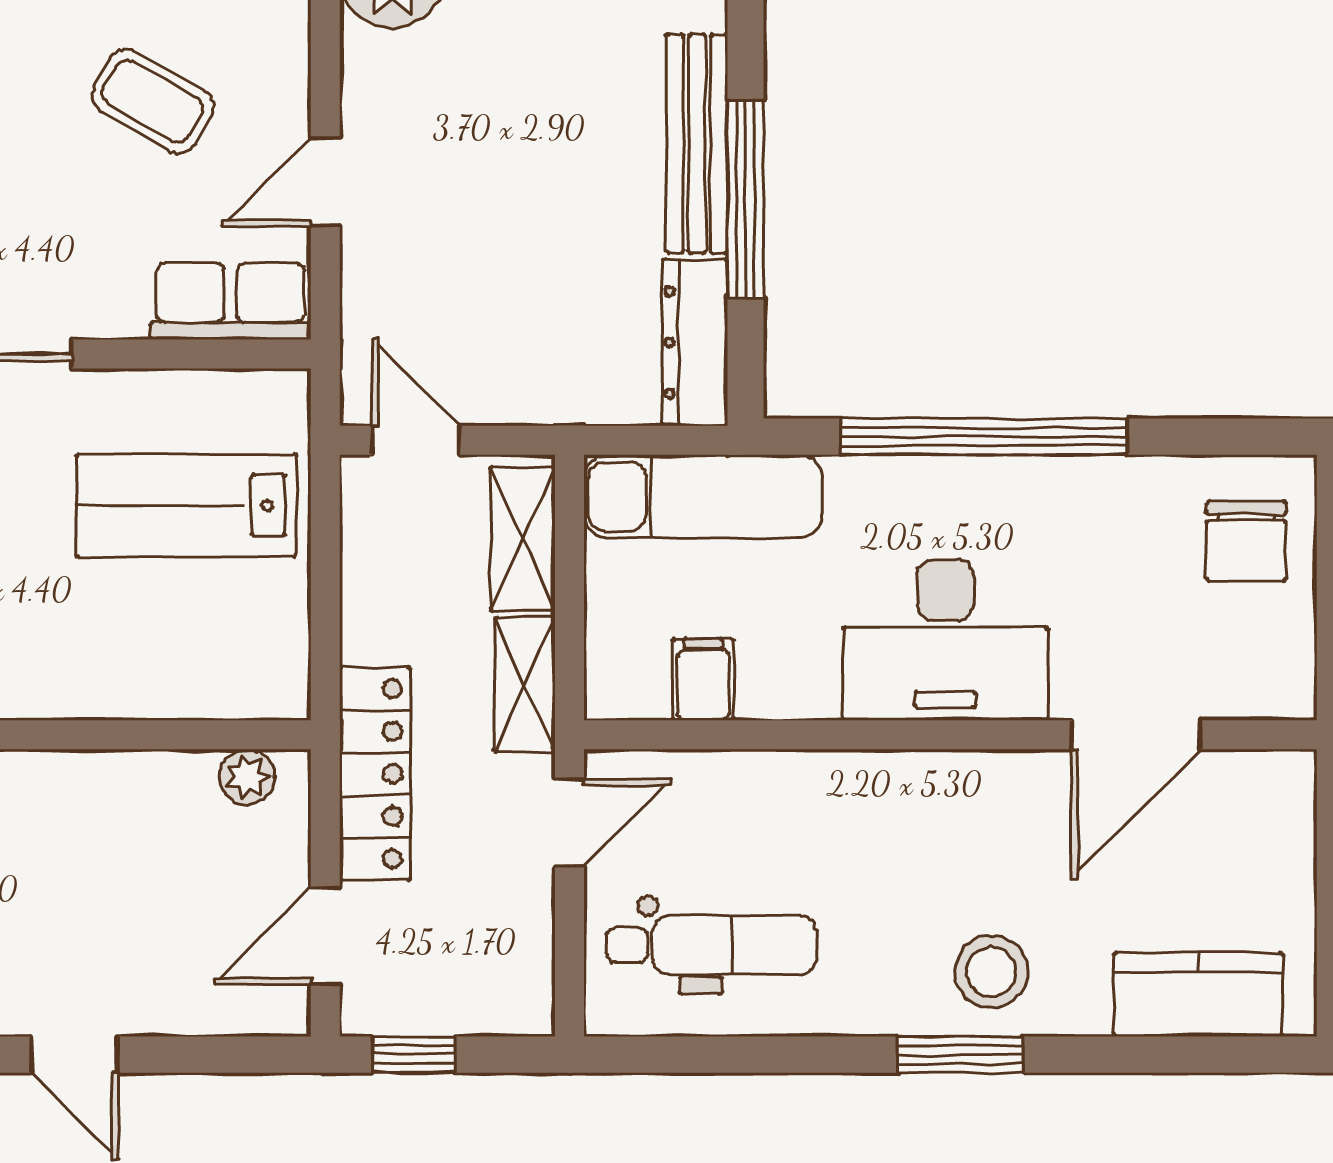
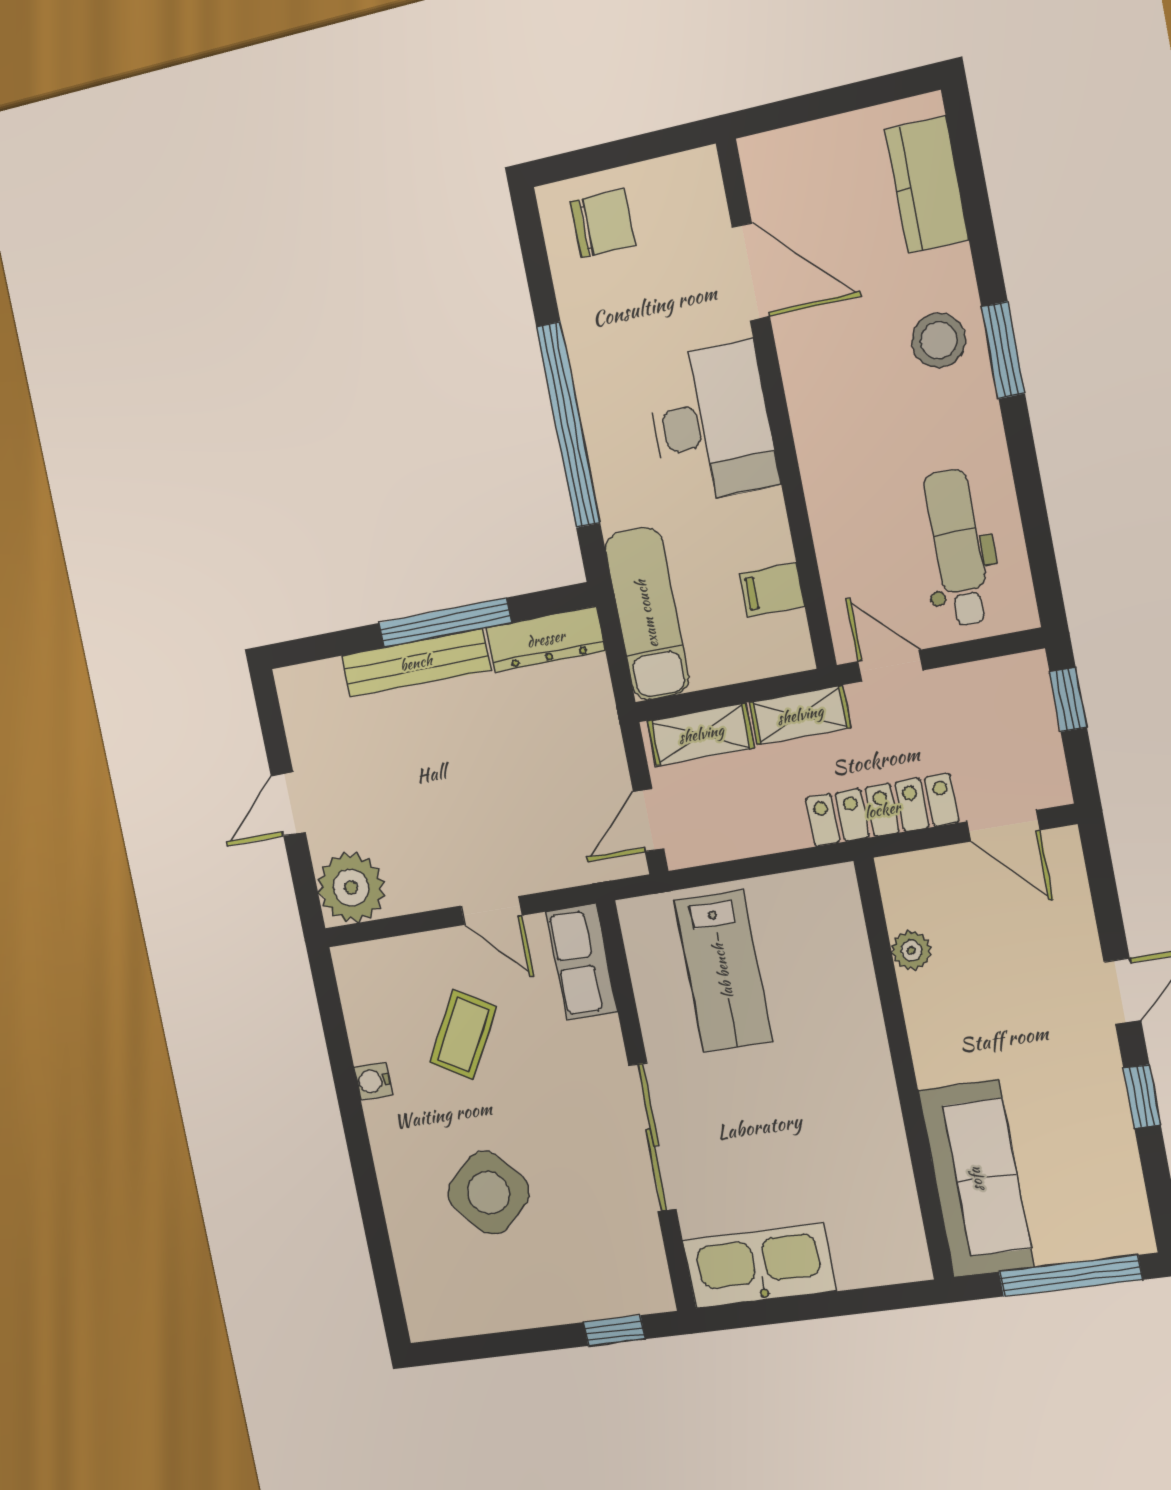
plant: (247, 777) -> (911, 950), moved
window: (414, 1055) -> (1068, 700), moved

